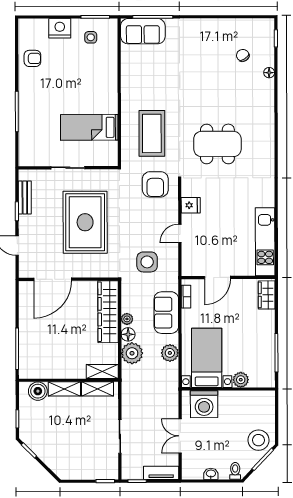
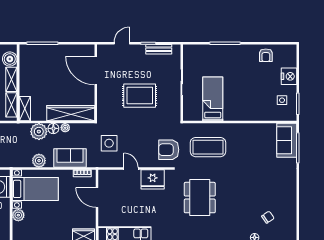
fridge: (191, 205) -> (153, 179), width x1.88, depth x1.34
rug: (85, 222) -> (140, 96), width x0.73, depth x0.69

